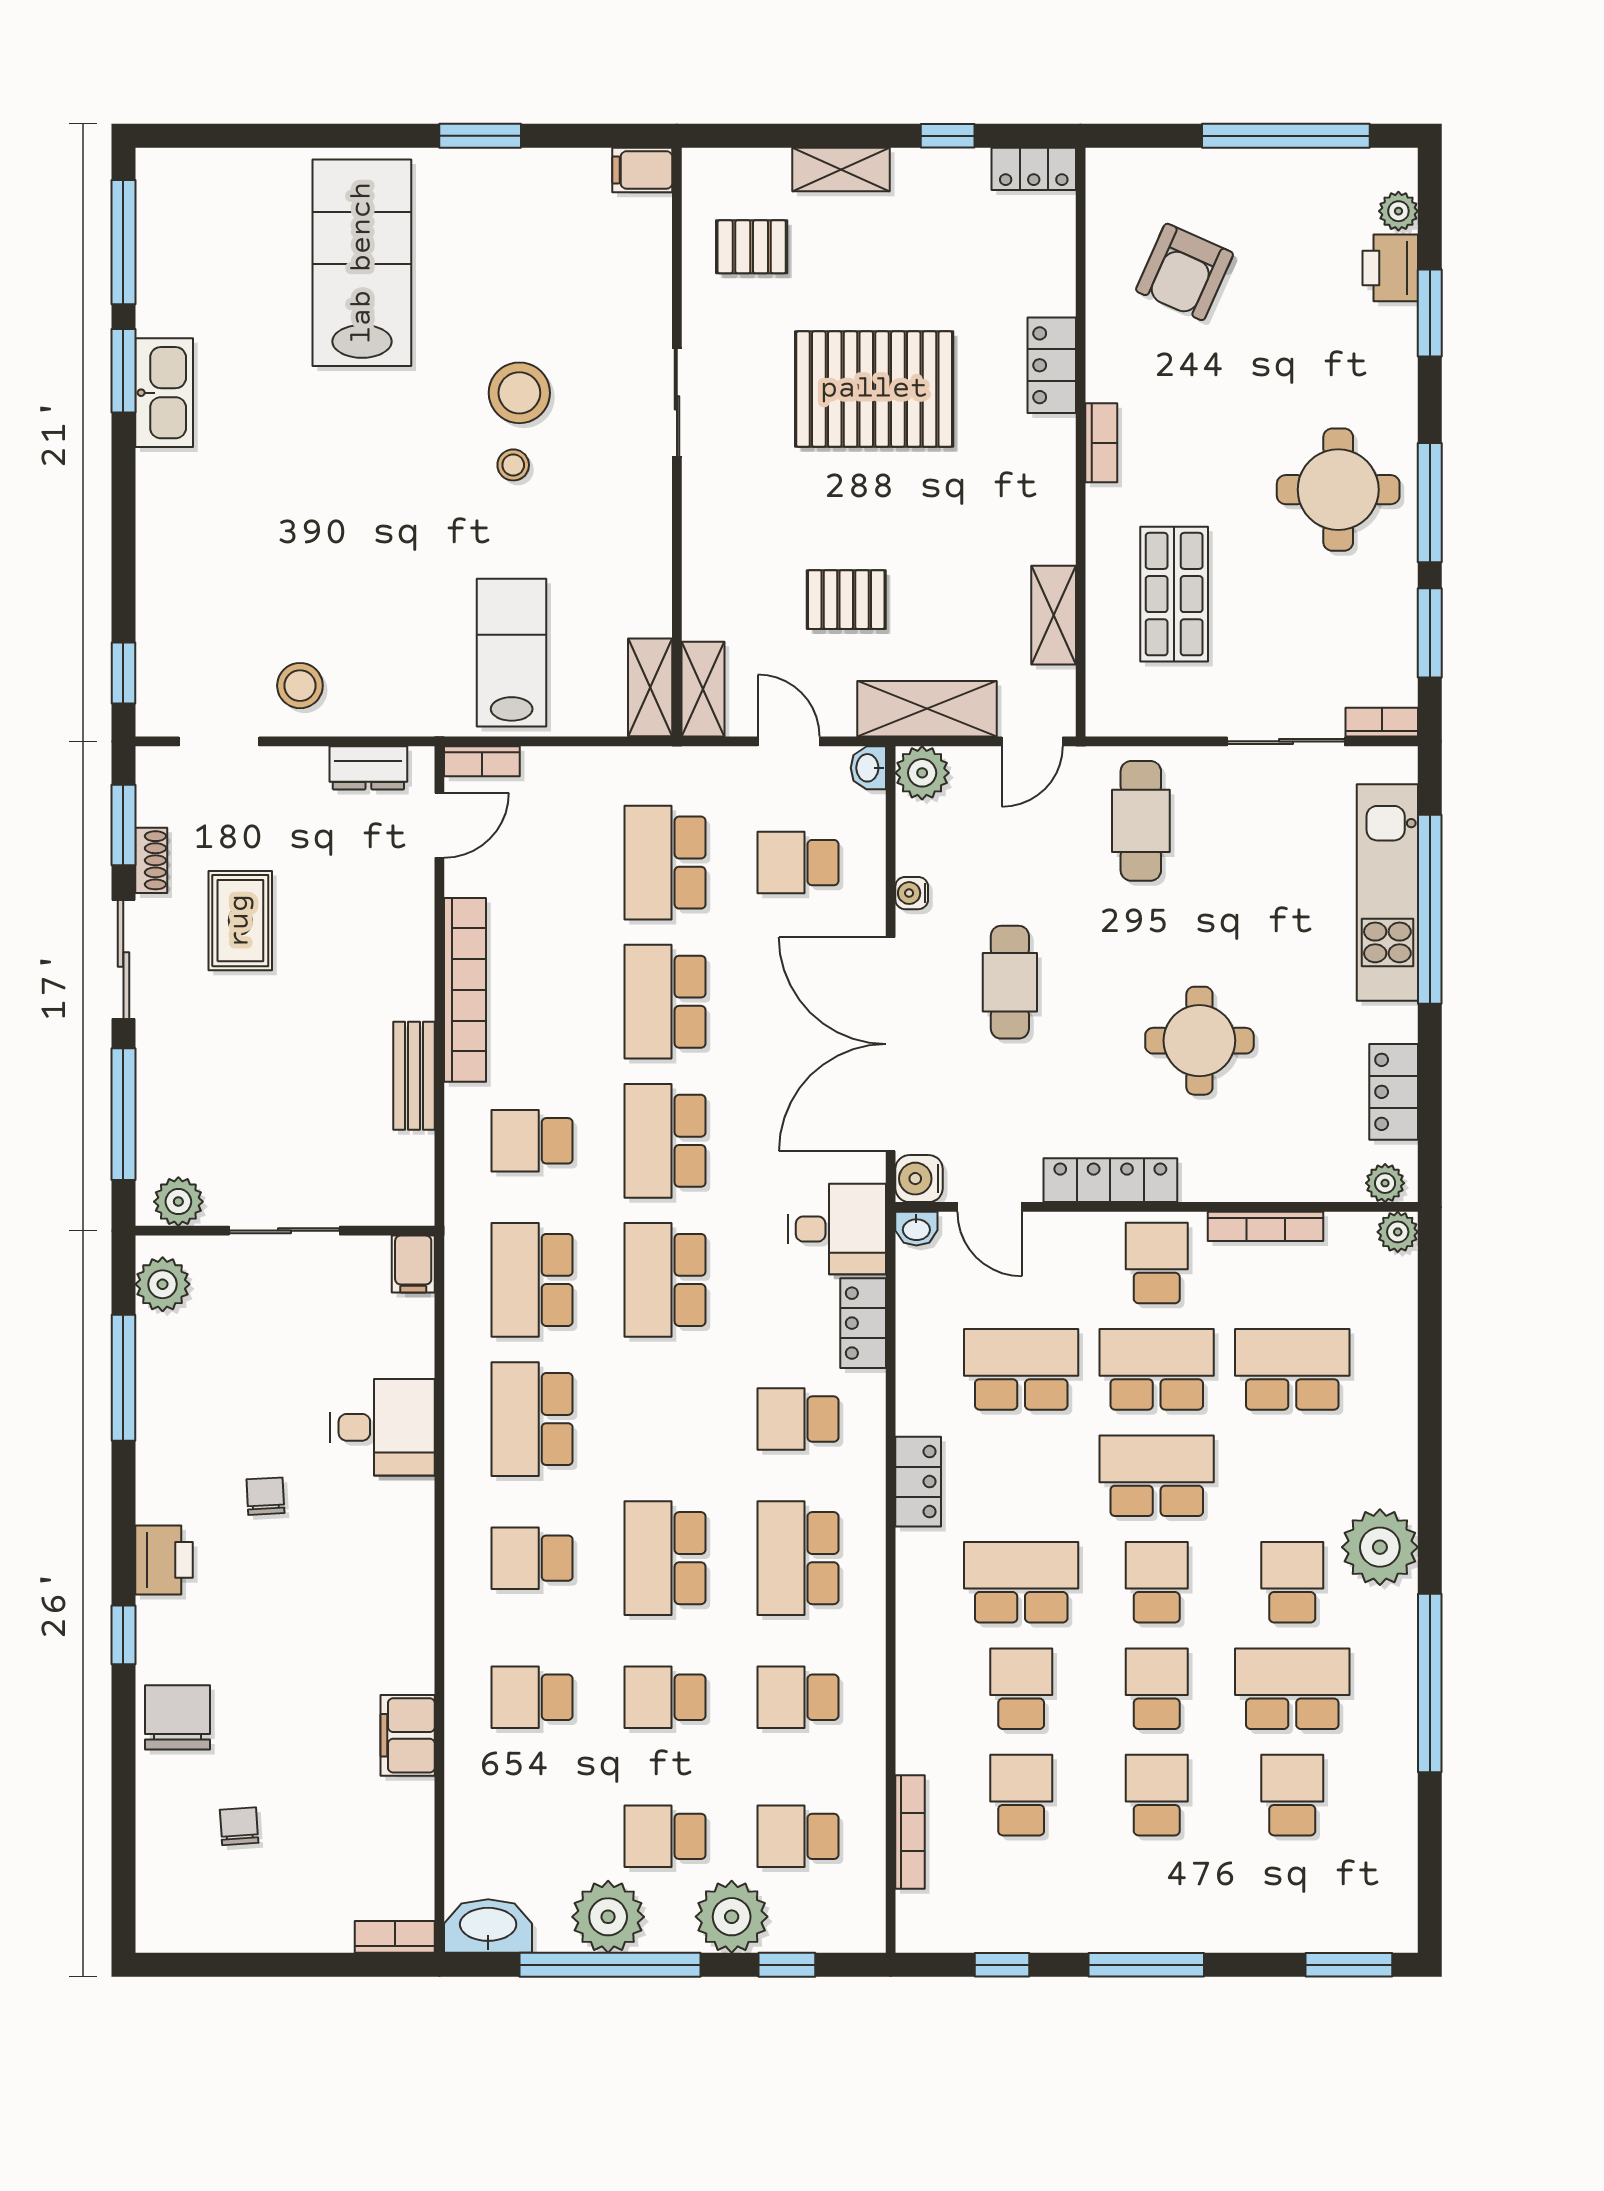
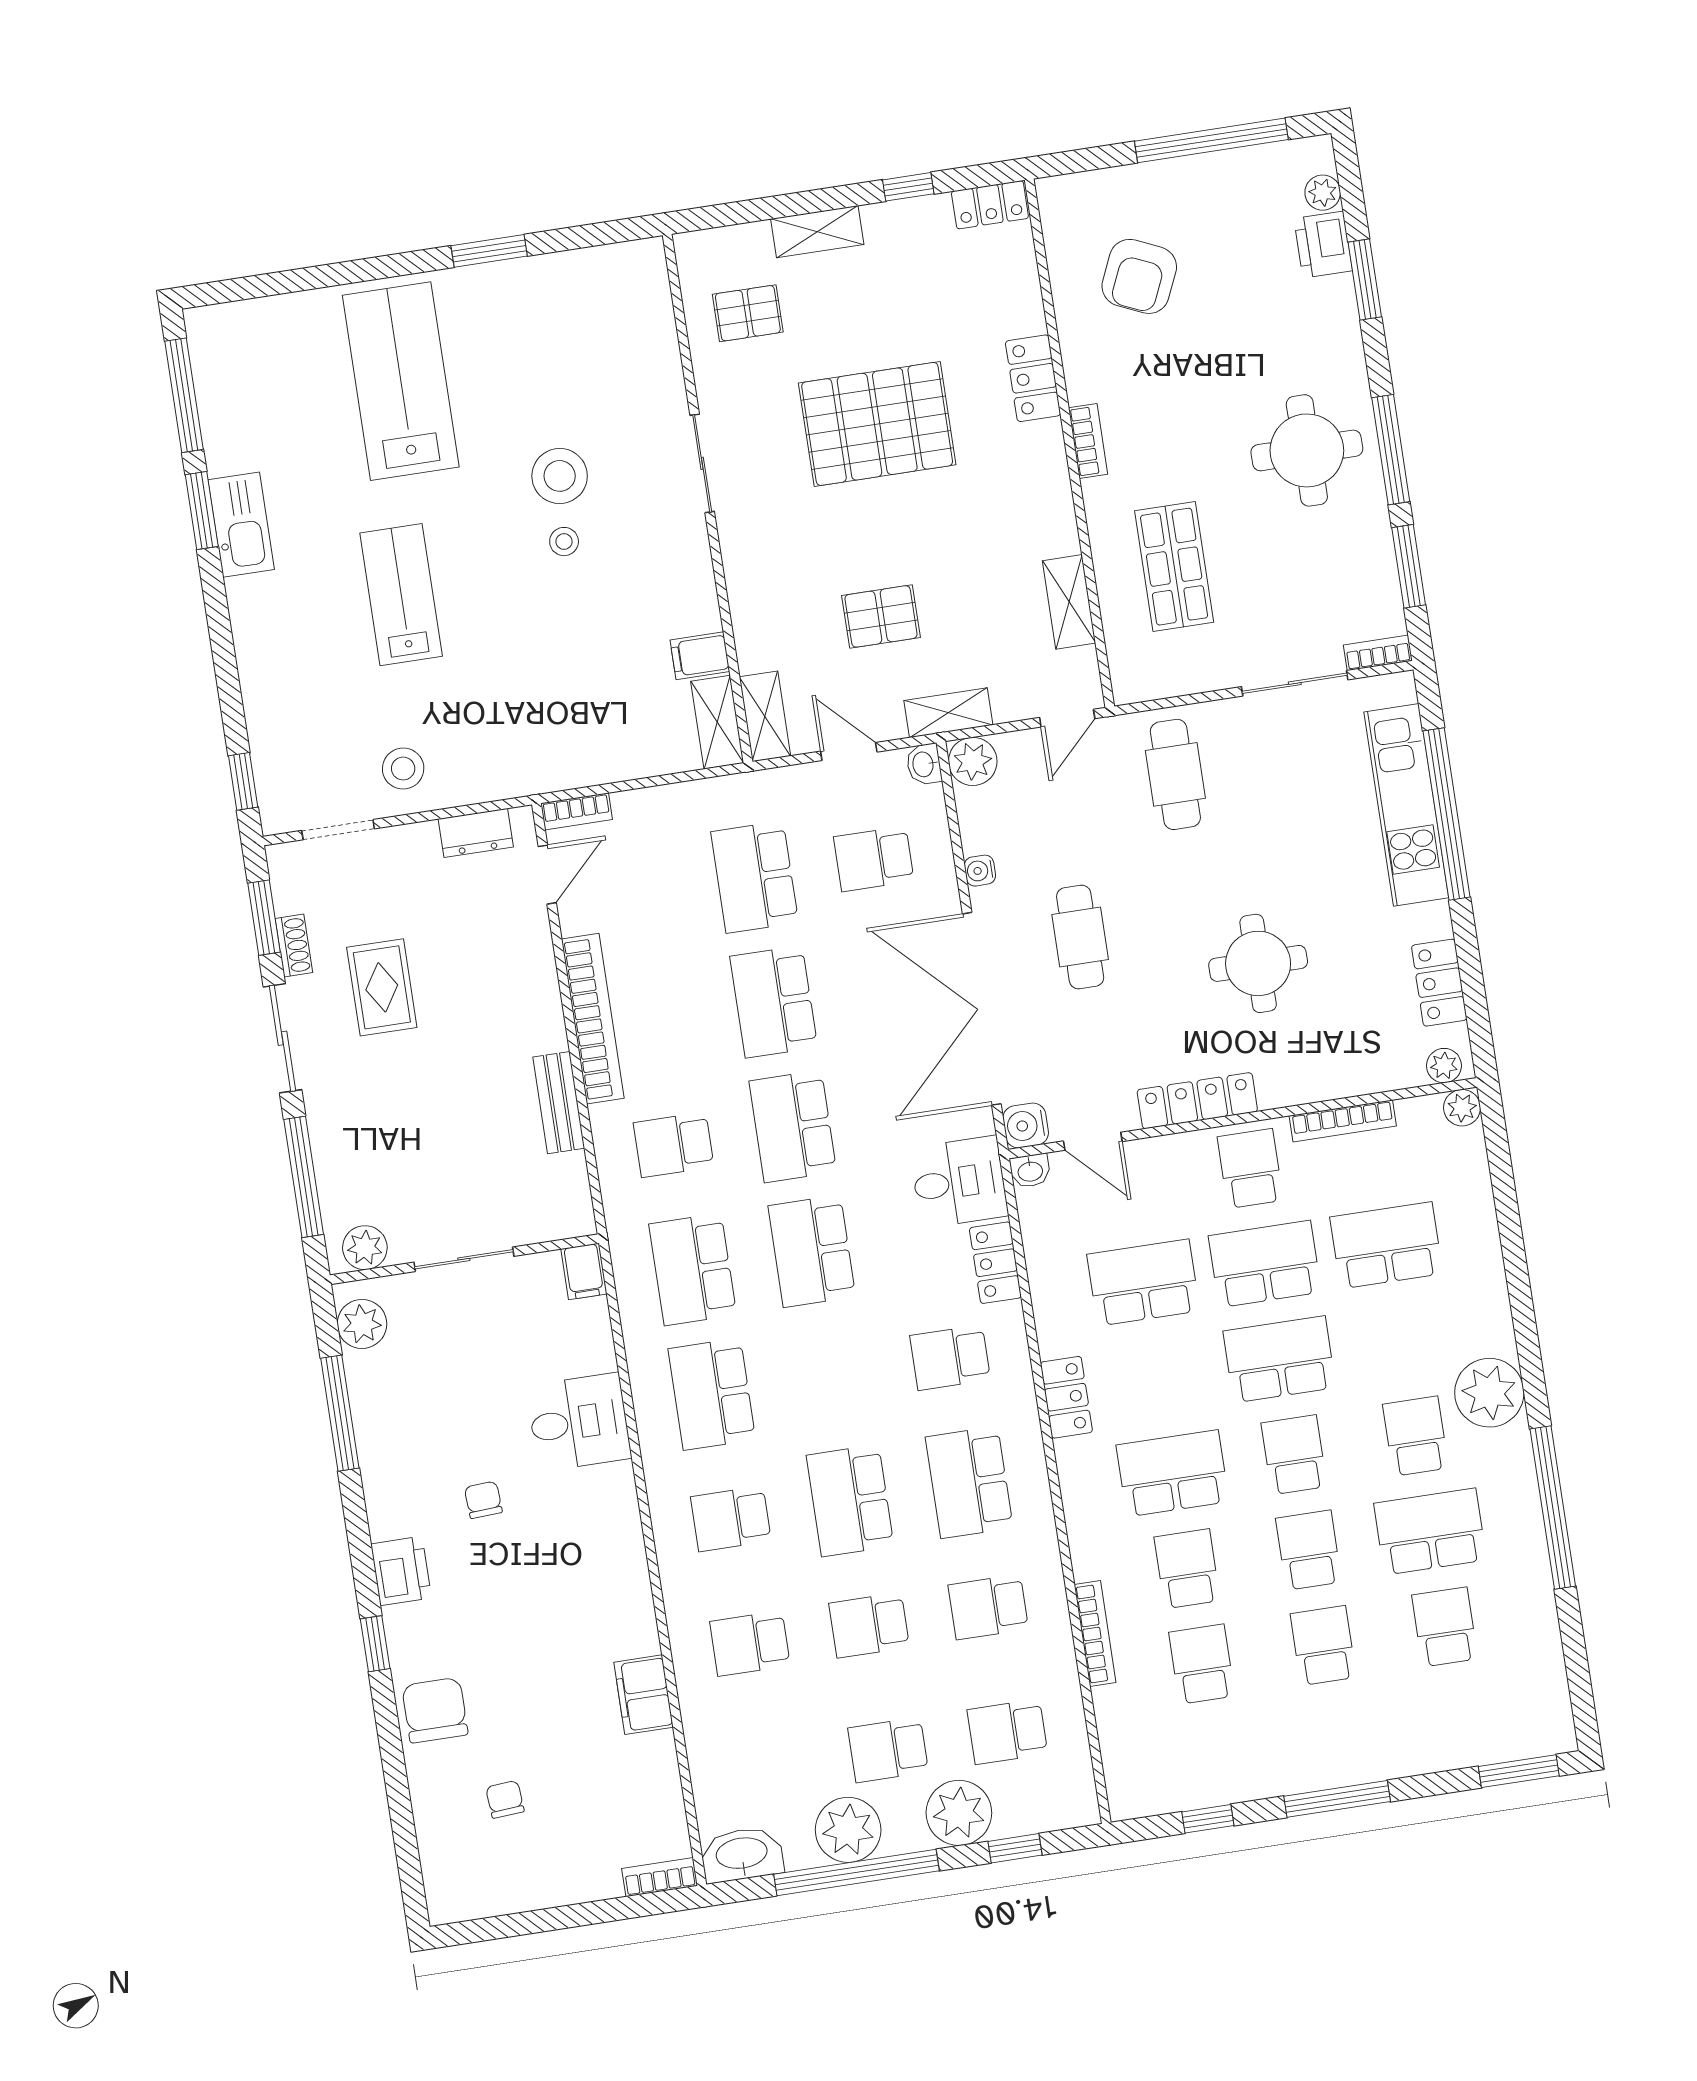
filing cabinet: (642, 170) -> (700, 656), moved
lab bench: (512, 653) -> (401, 595), moved
shelving: (927, 709) -> (948, 713), width x0.67, depth x0.75
bookcase: (910, 1832) -> (1095, 1634), moved

